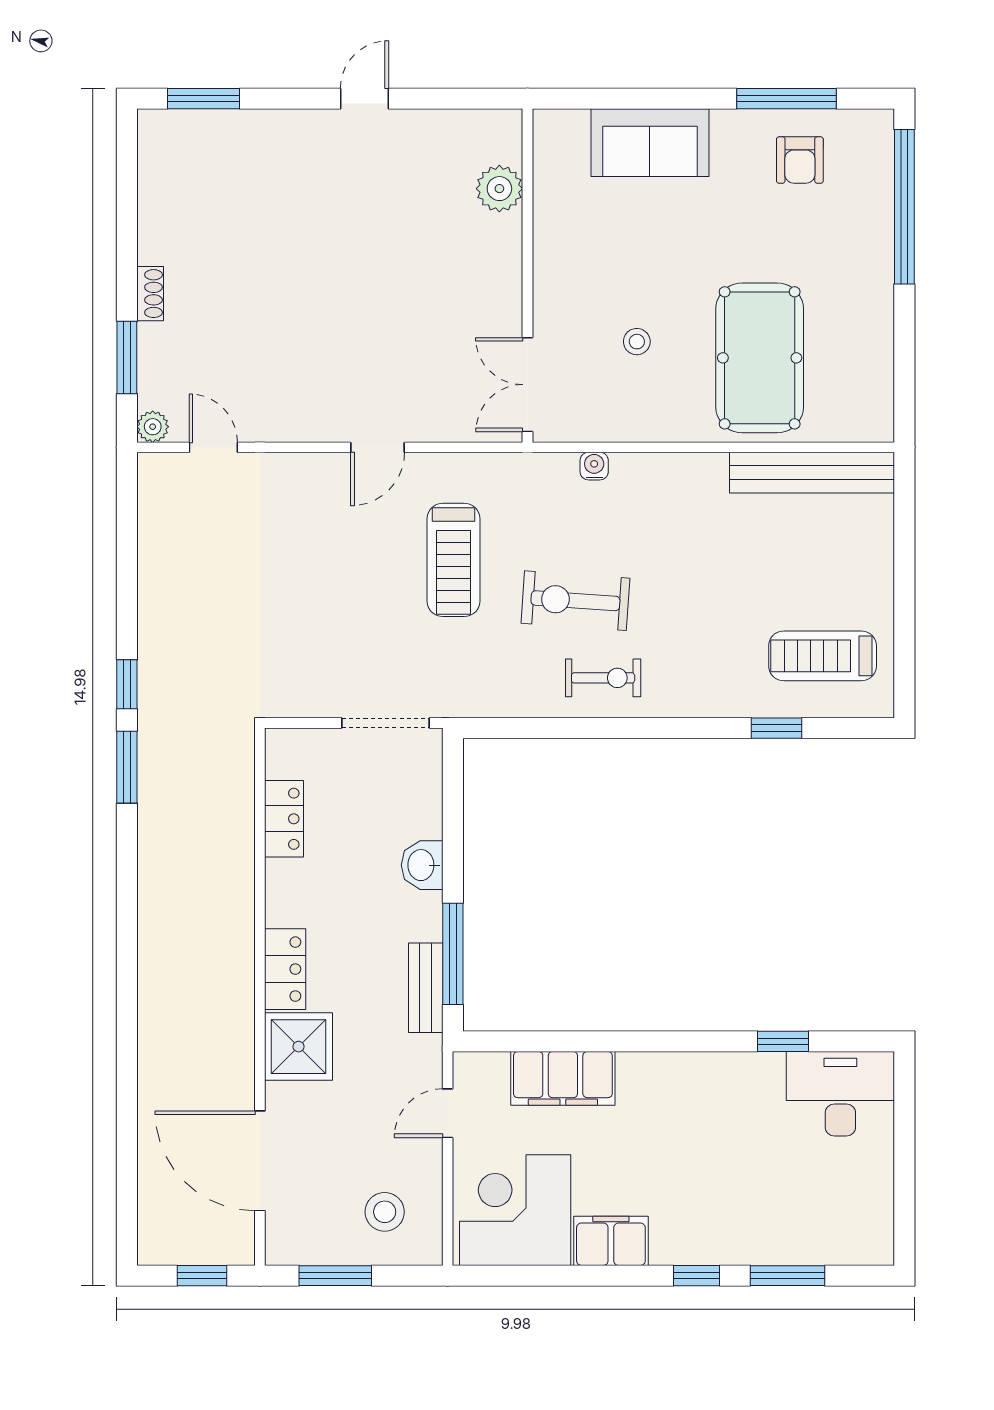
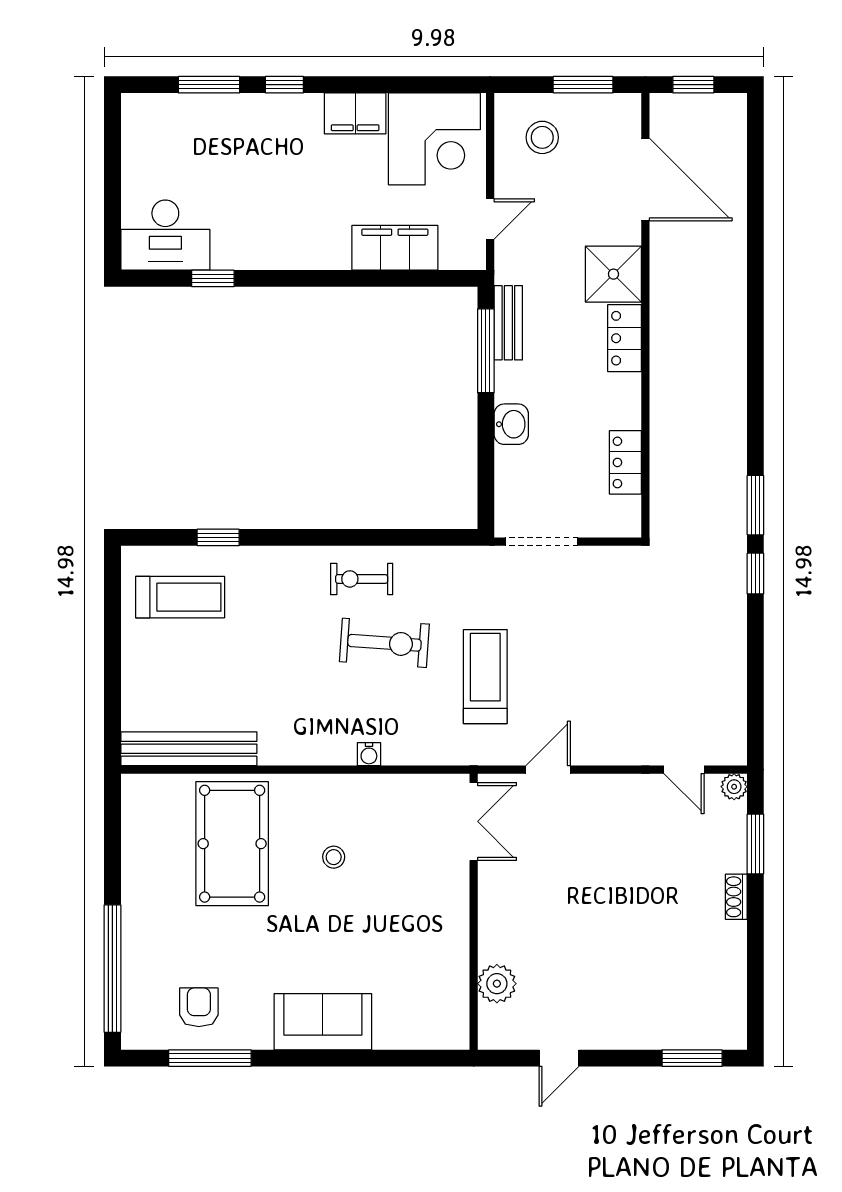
plant: (499, 189) -> (497, 984), moved
wall: (528, 276) -> (474, 912), moved
double door: (528, 385) -> (474, 821), moved

